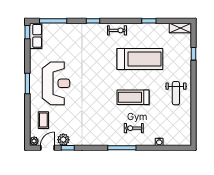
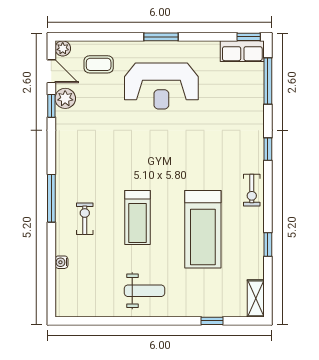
weight bench: (176, 93) -> (145, 291), turned 180
treadmill: (133, 97) -> (137, 218), turned 180

